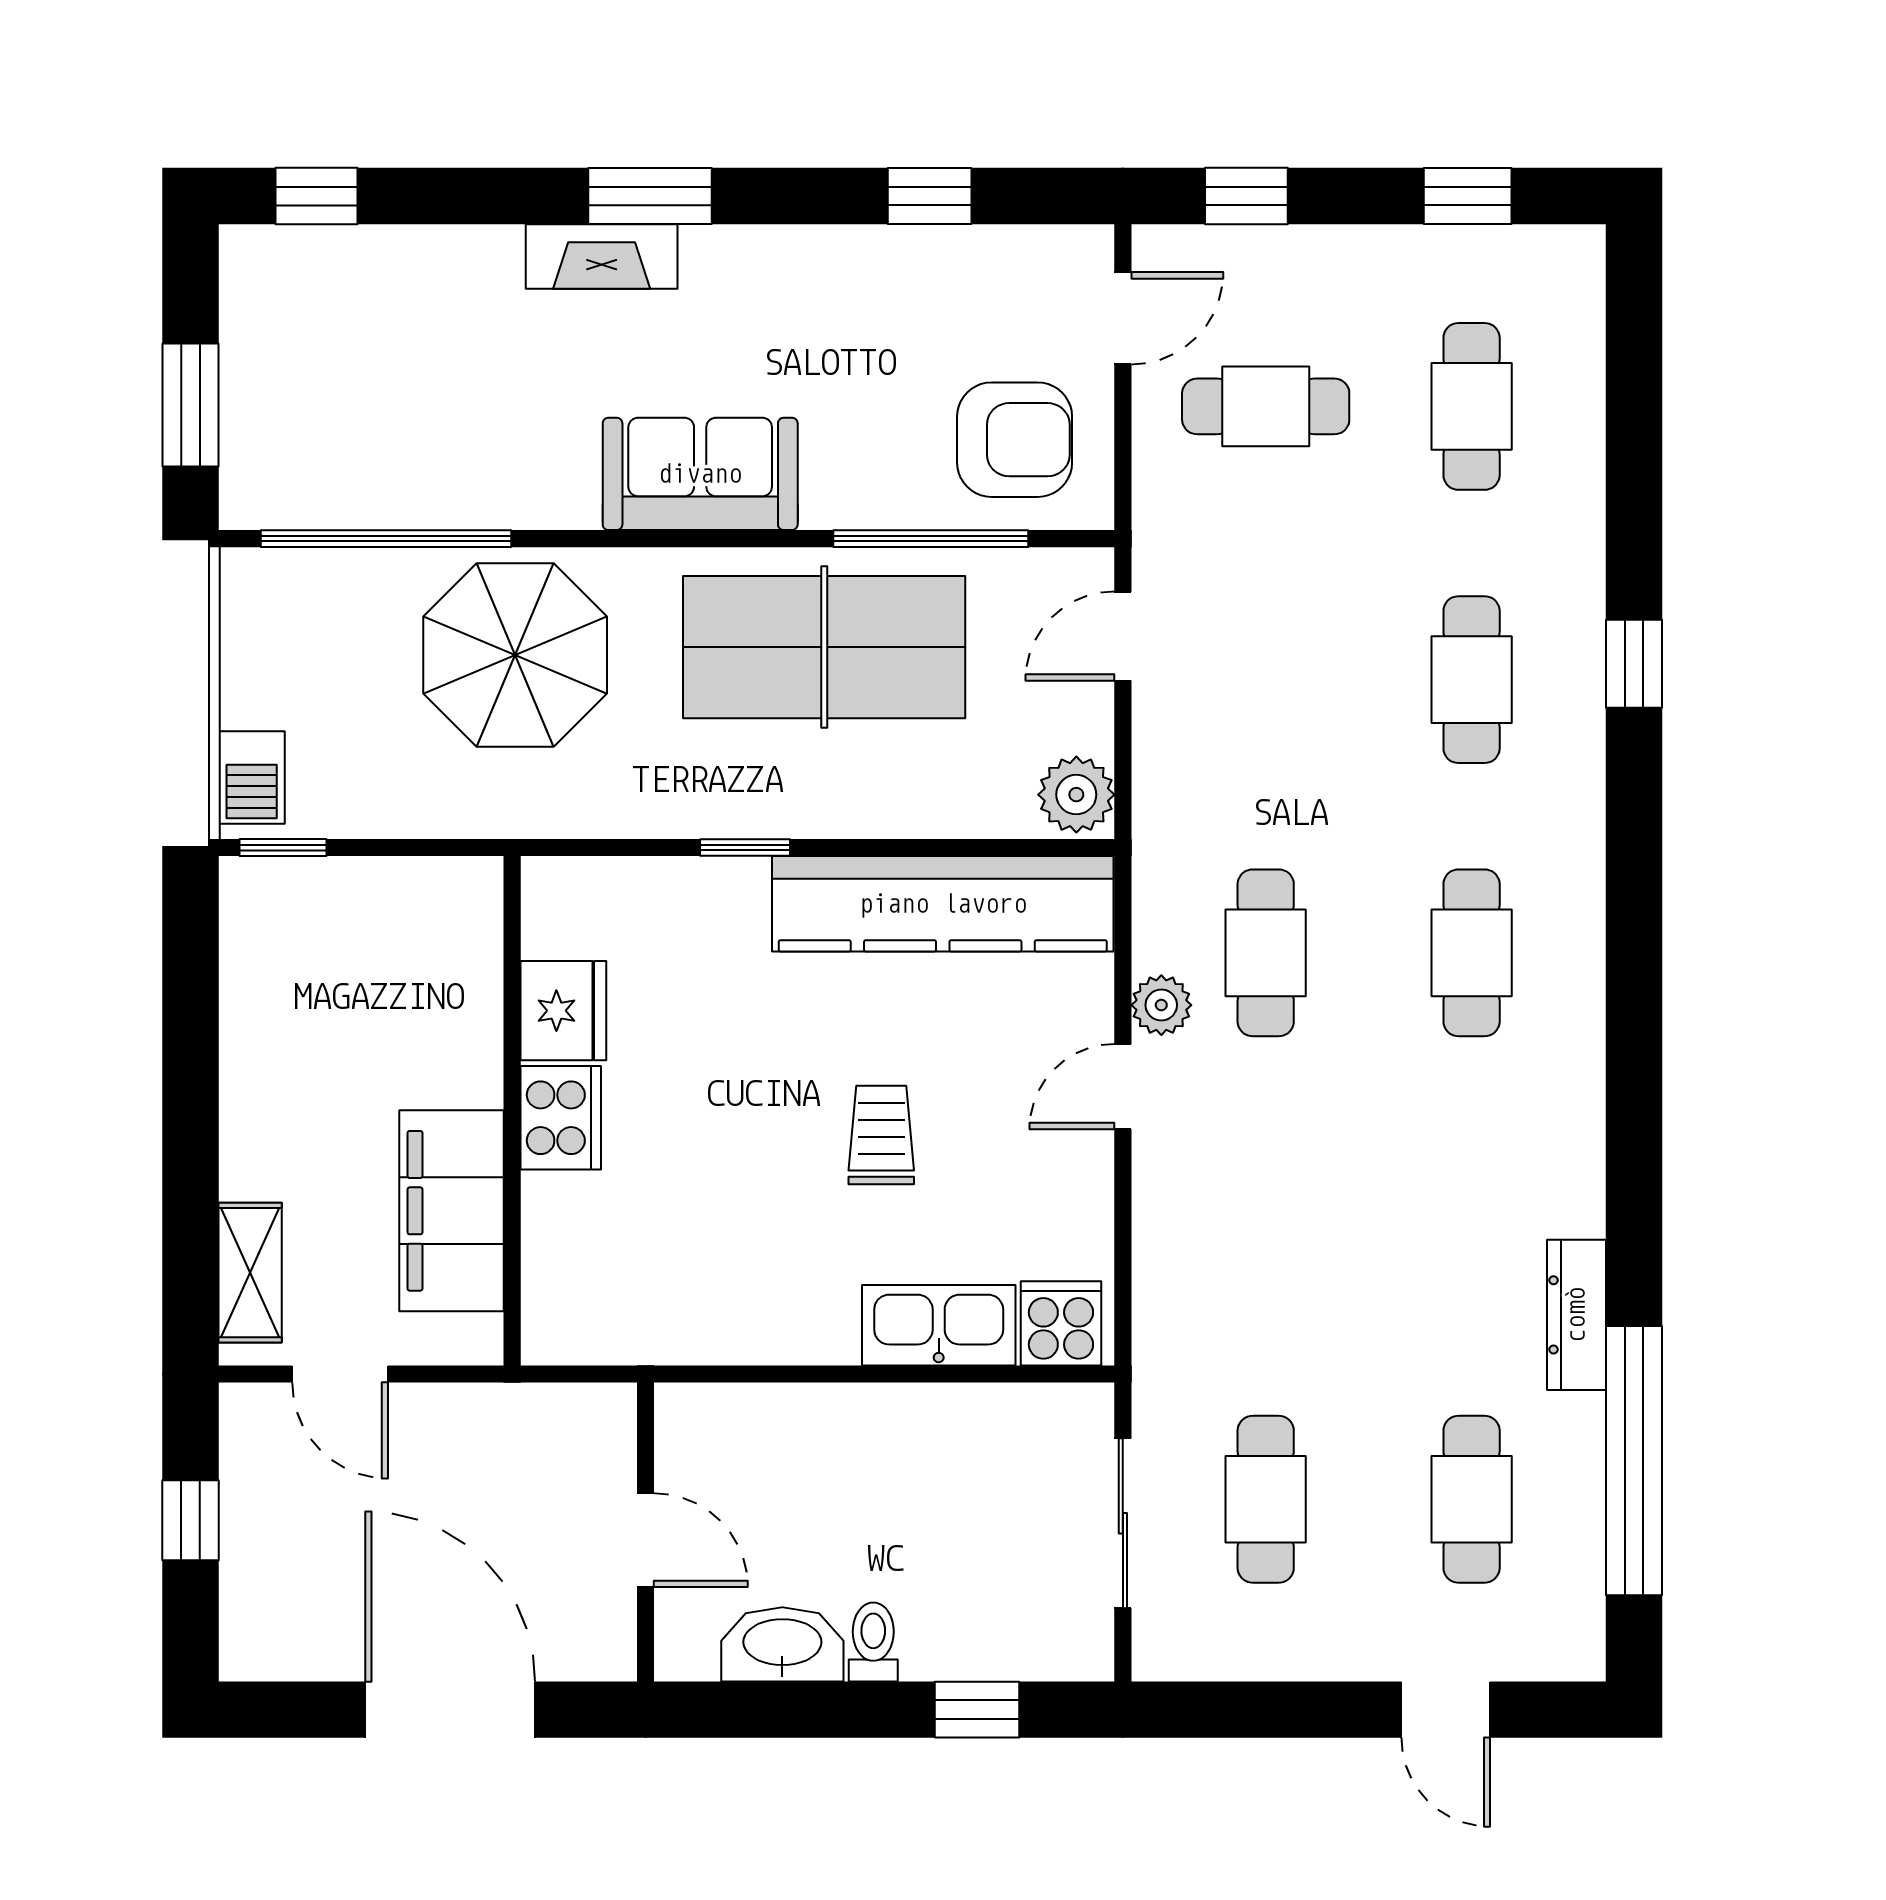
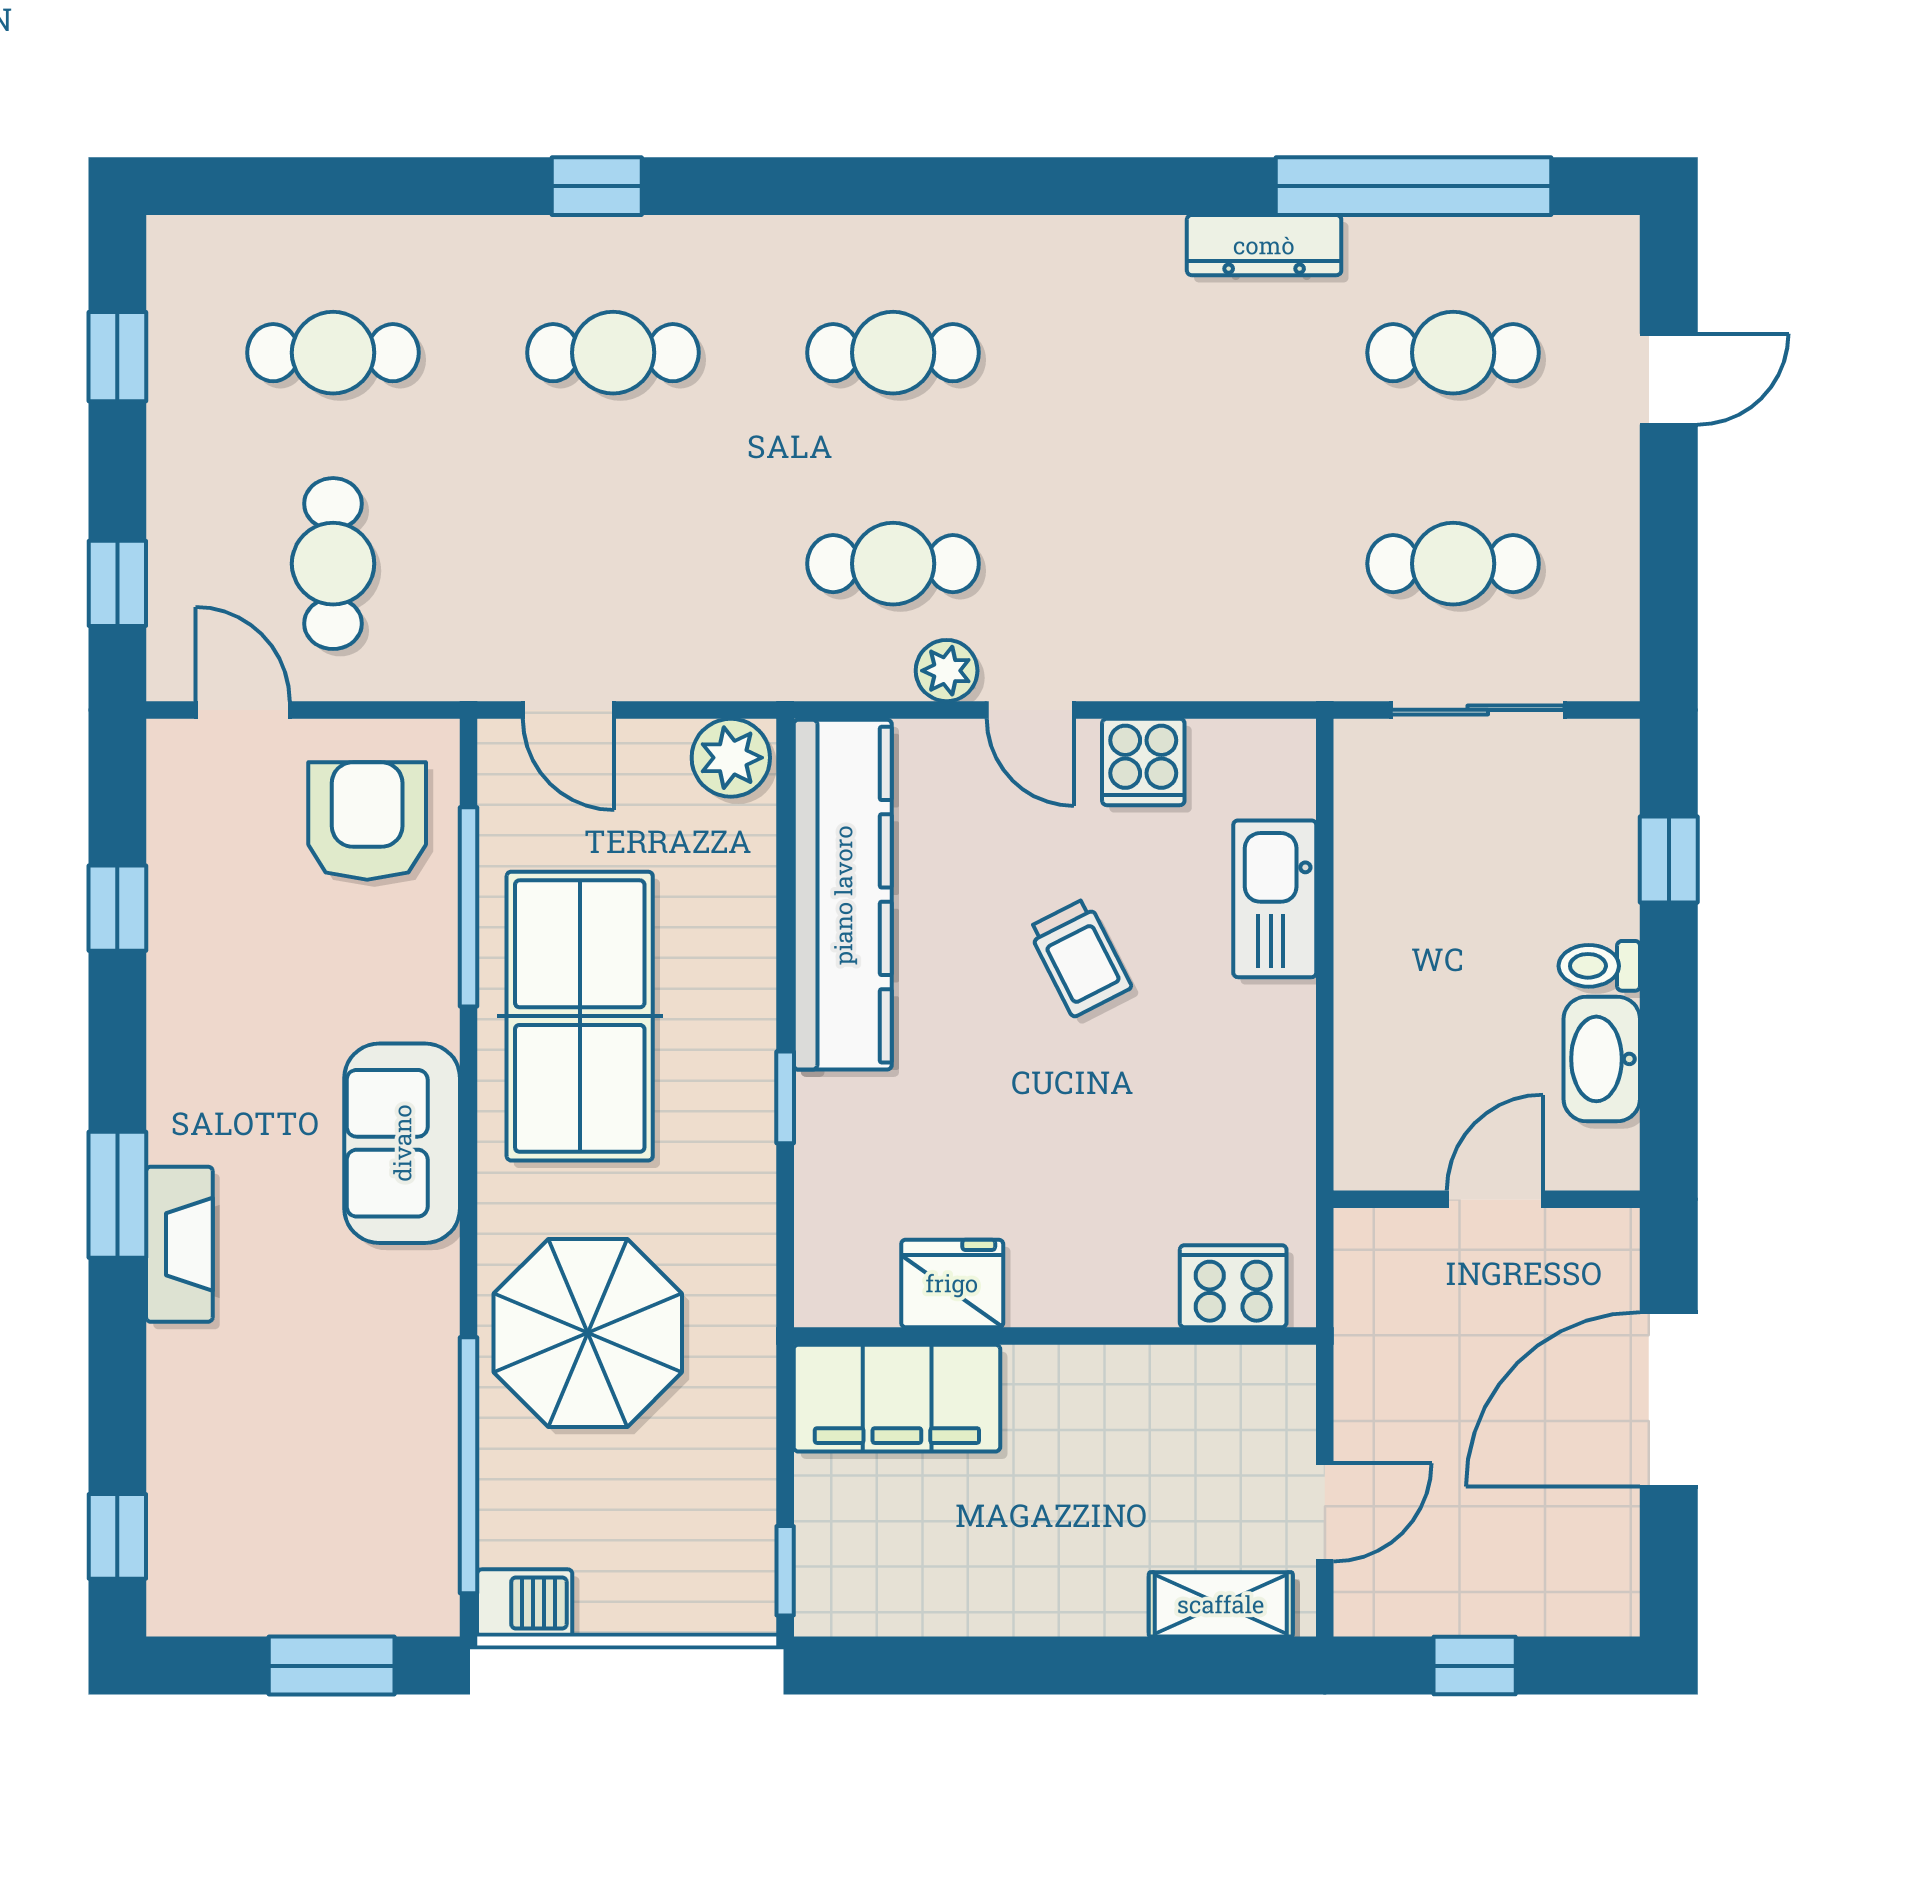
barbecue: (252, 778) -> (525, 1603), moved
cooker: (561, 1118) -> (1233, 1286), moved
trolley: (881, 1135) -> (1080, 958), turned -117
filing cabinet: (452, 1211) -> (897, 1398), moved
cooker: (1061, 1323) -> (1143, 762), moved, turned -90

